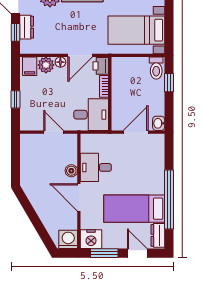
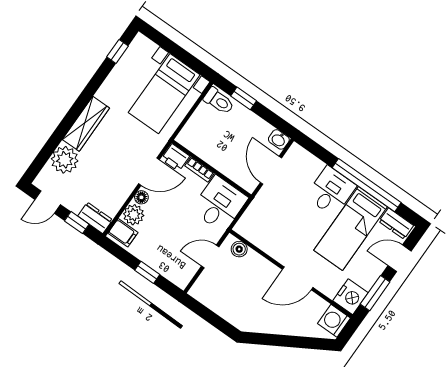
dresser: (27, 27) -> (95, 218), moved
door: (80, 55) -> (149, 172), hinge flipped
desk: (96, 167) -> (331, 191), moved, turned 180
boiler: (71, 171) -> (239, 249), moved

